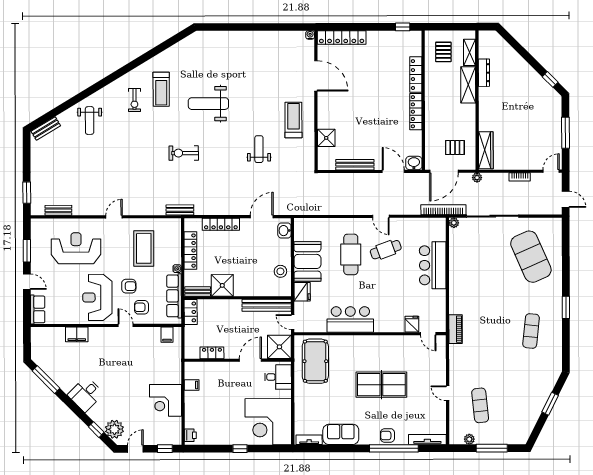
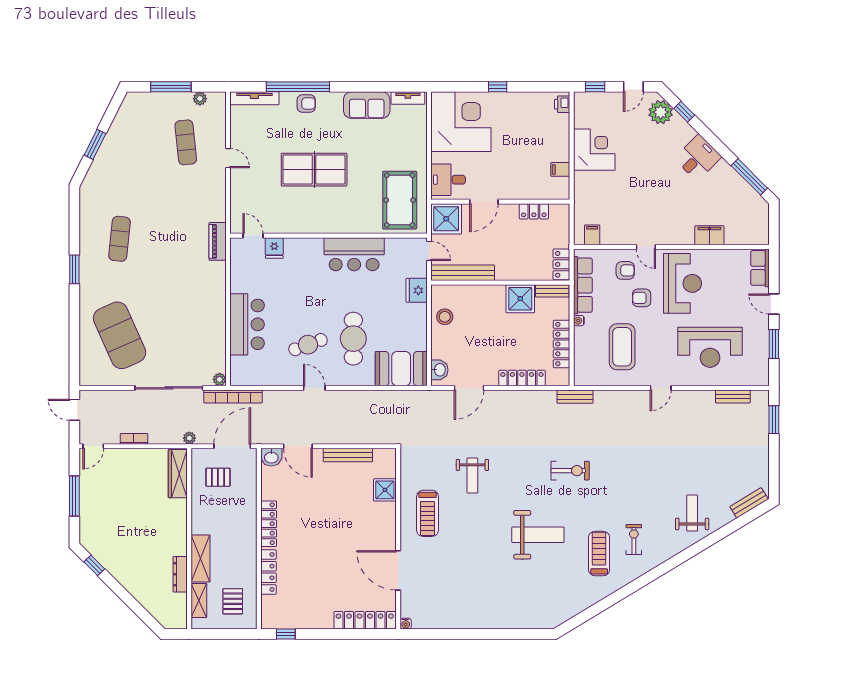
booth: (307, 261) -> (401, 369), moved, turned 90

